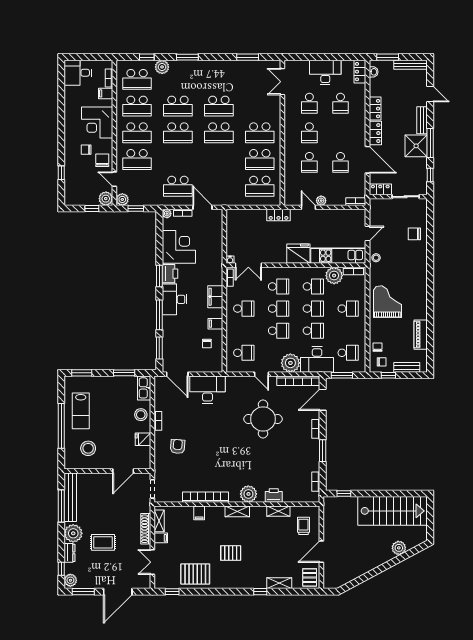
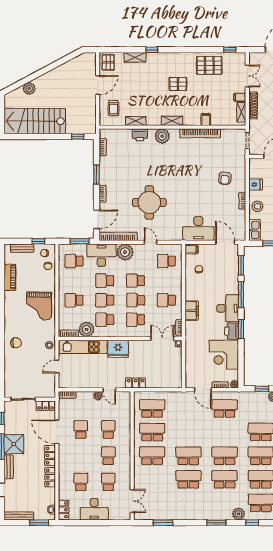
chair: (414, 234) -> (16, 343), moved
filing cabinet: (215, 324) -> (191, 249), moved

